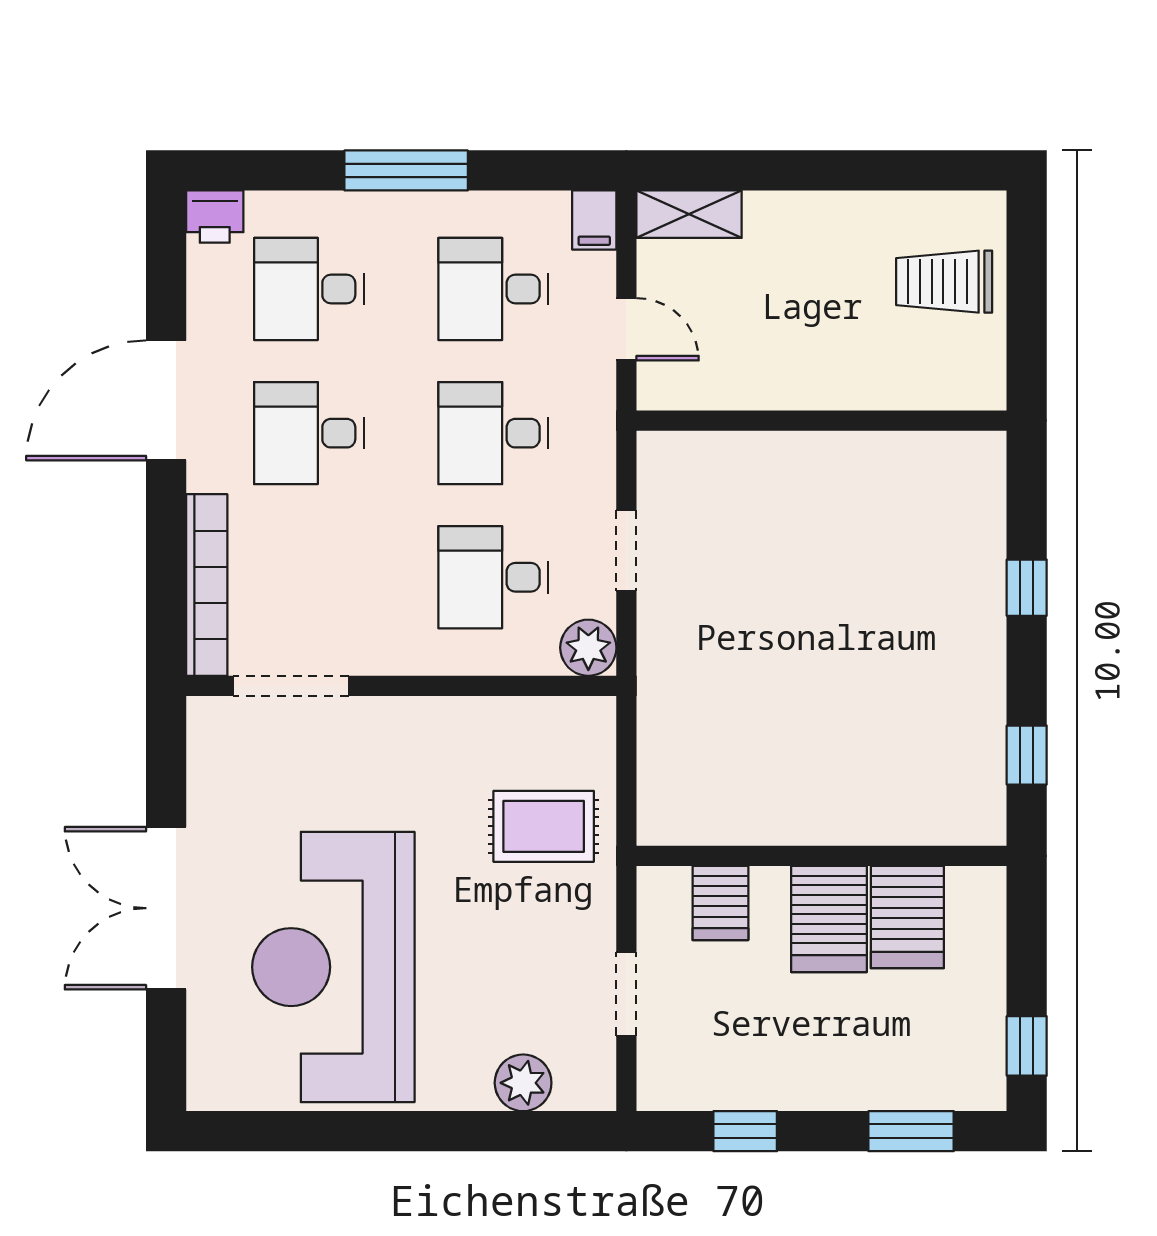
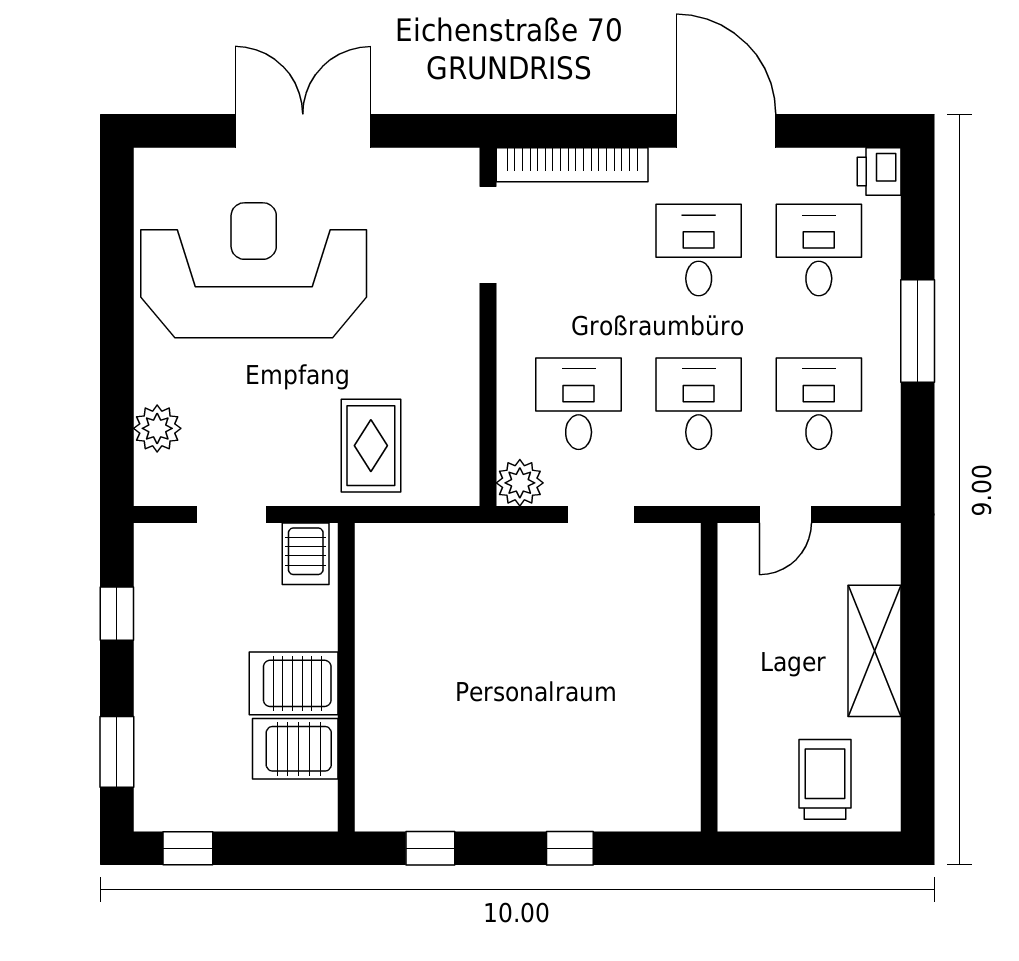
shelving: (689, 214) -> (875, 651), moved, width x1.50, depth x1.33
filing cabinet: (594, 220) -> (876, 488), removed
server rack: (720, 903) -> (306, 554), moved, turned -90

